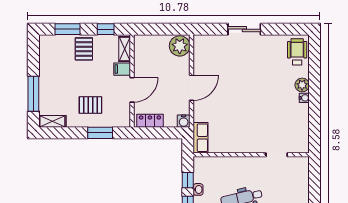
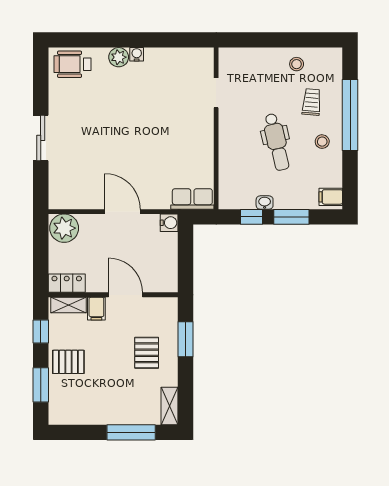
locker: (150, 121) -> (67, 283), moved, turned 90

